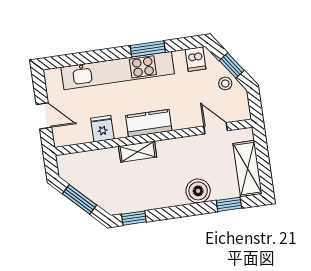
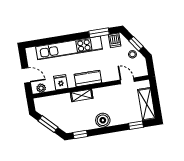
window: (148, 49) -> (99, 33), moved
plant: (69, 138) -> (41, 88), added
boiler: (198, 191) -> (103, 120), moved

